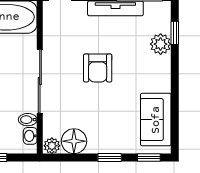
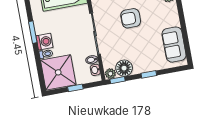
armchair: (98, 68) -> (131, 18), turned 90
window: (149, 158) -> (118, 80), moved

